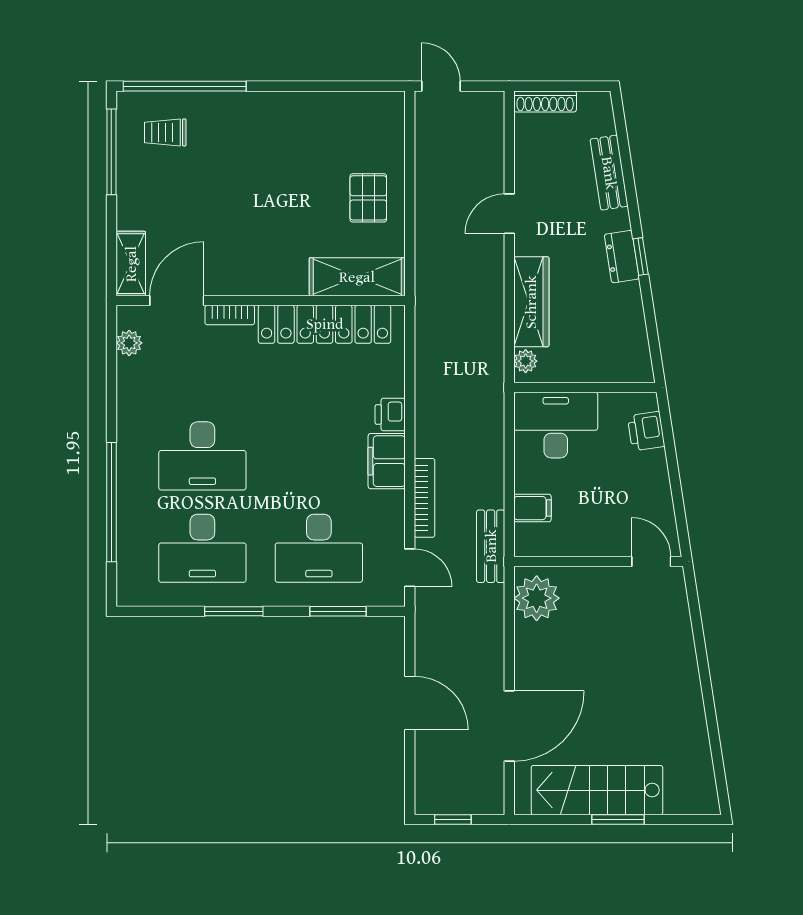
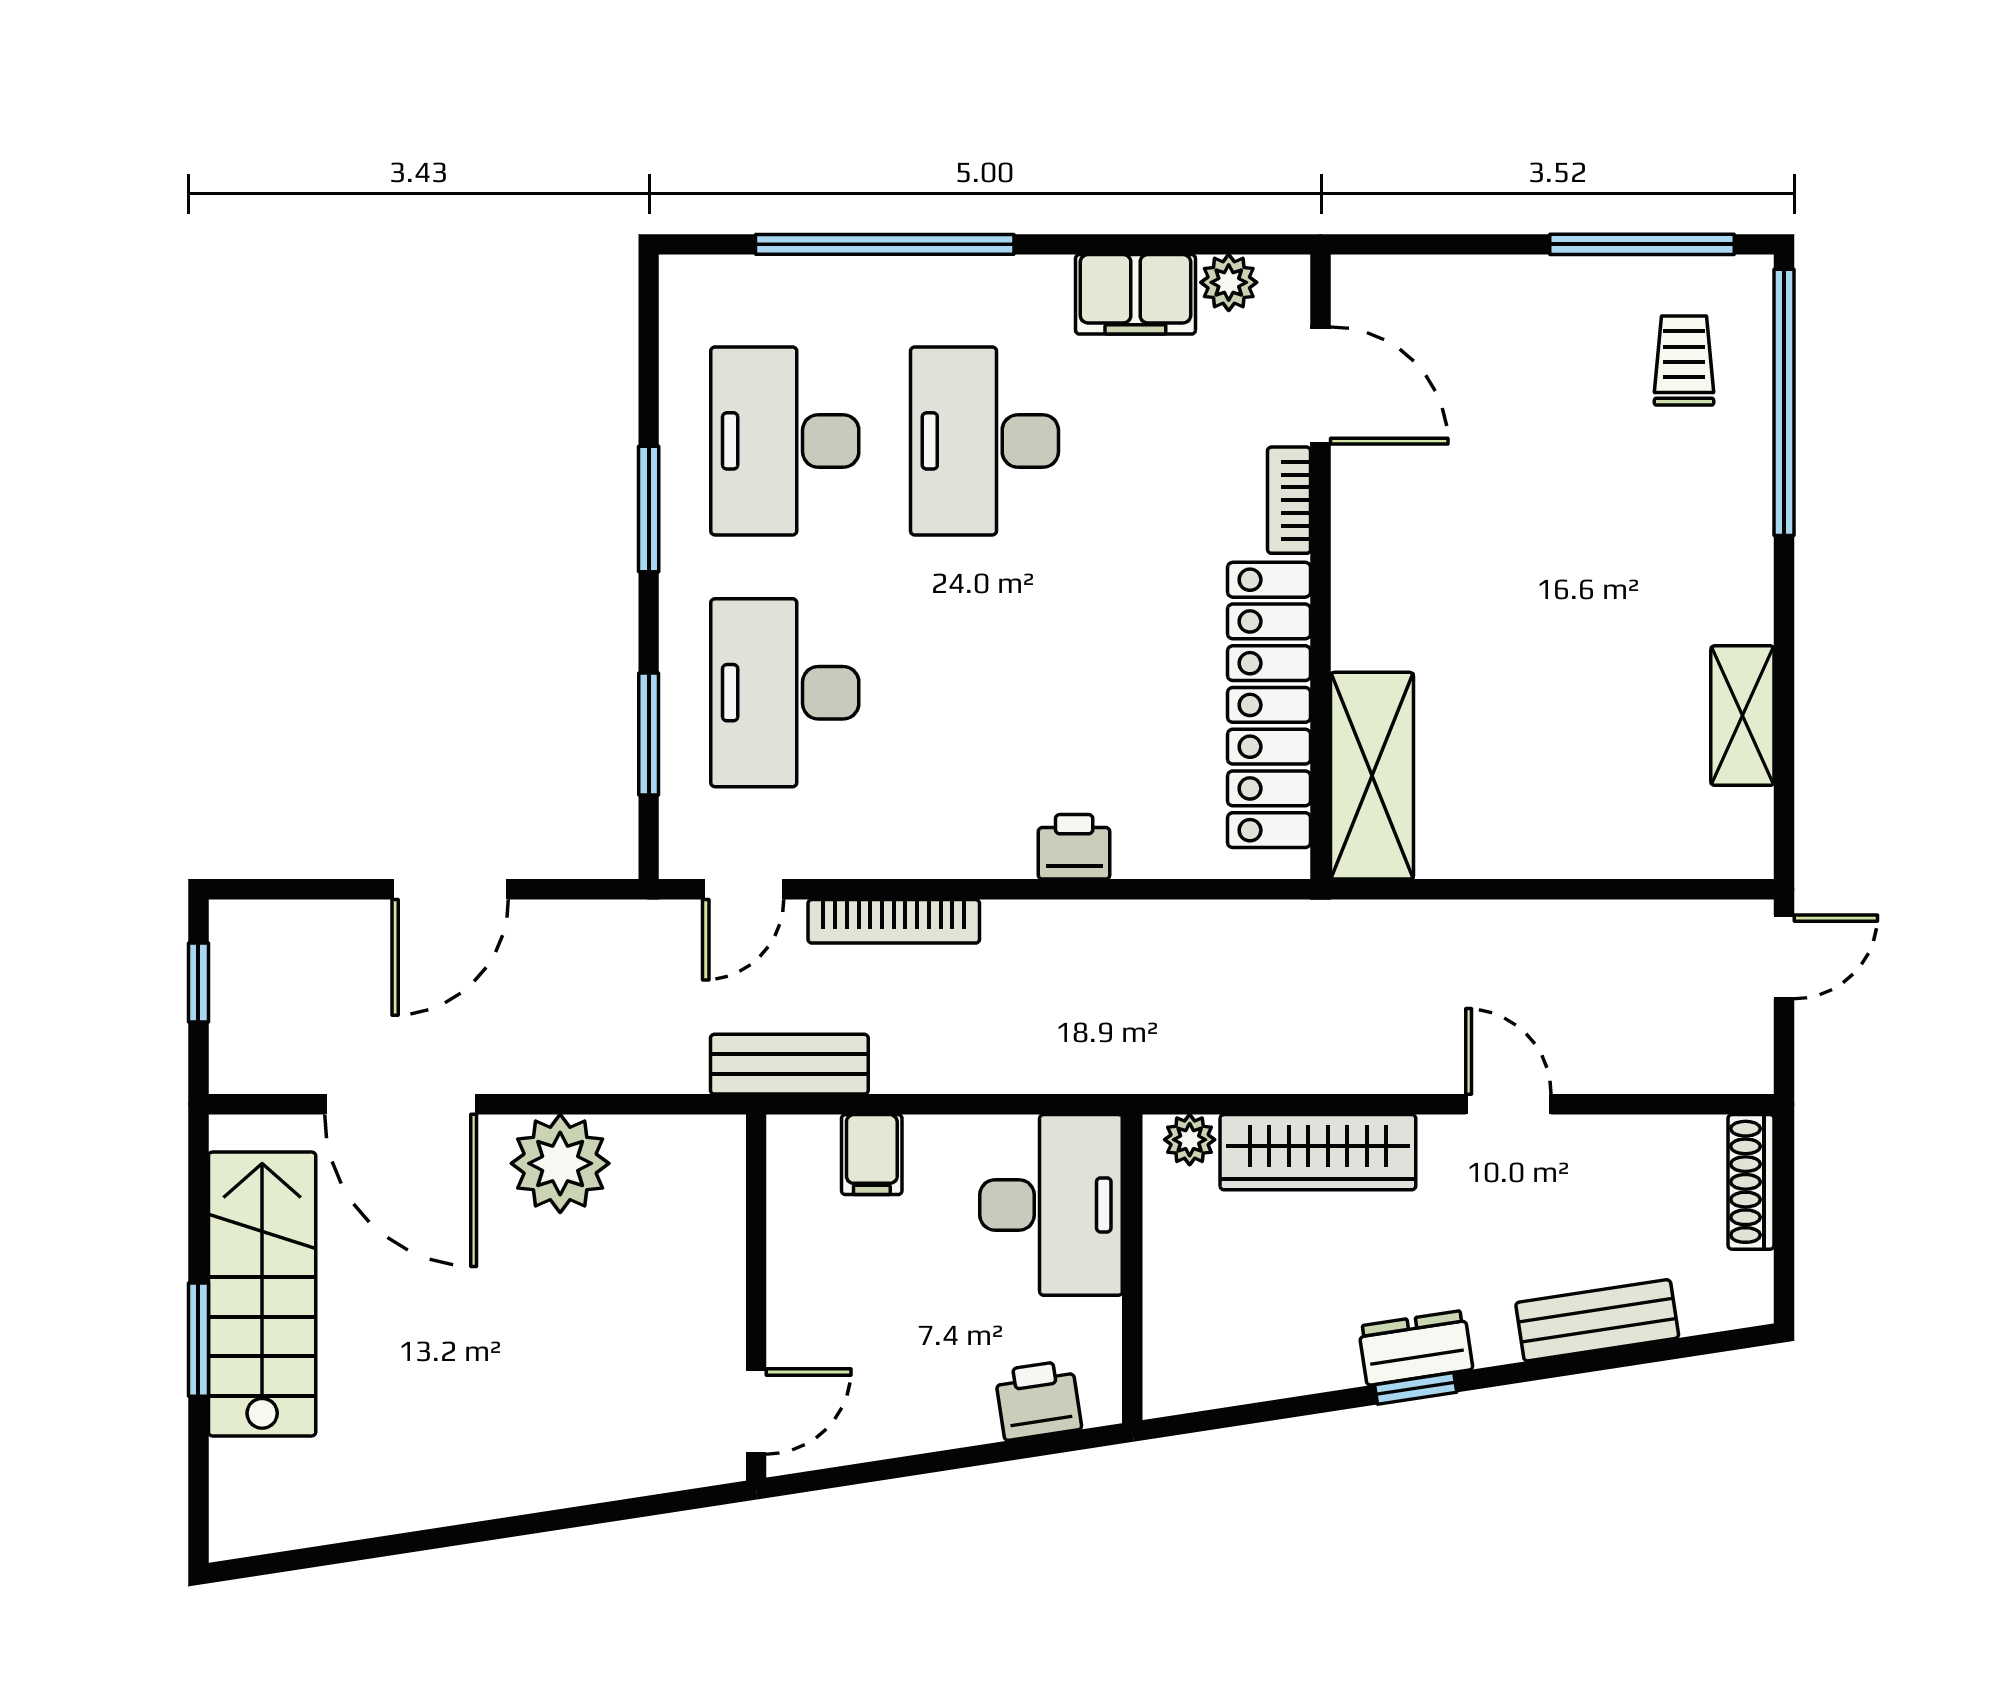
pallet: (368, 198) -> (1542, 800), removed
shelving: (131, 264) -> (1742, 716), moved, turned 90
filing cabinet: (387, 461) -> (1135, 294), moved, turned 180
plant: (537, 598) -> (560, 1163), moved

